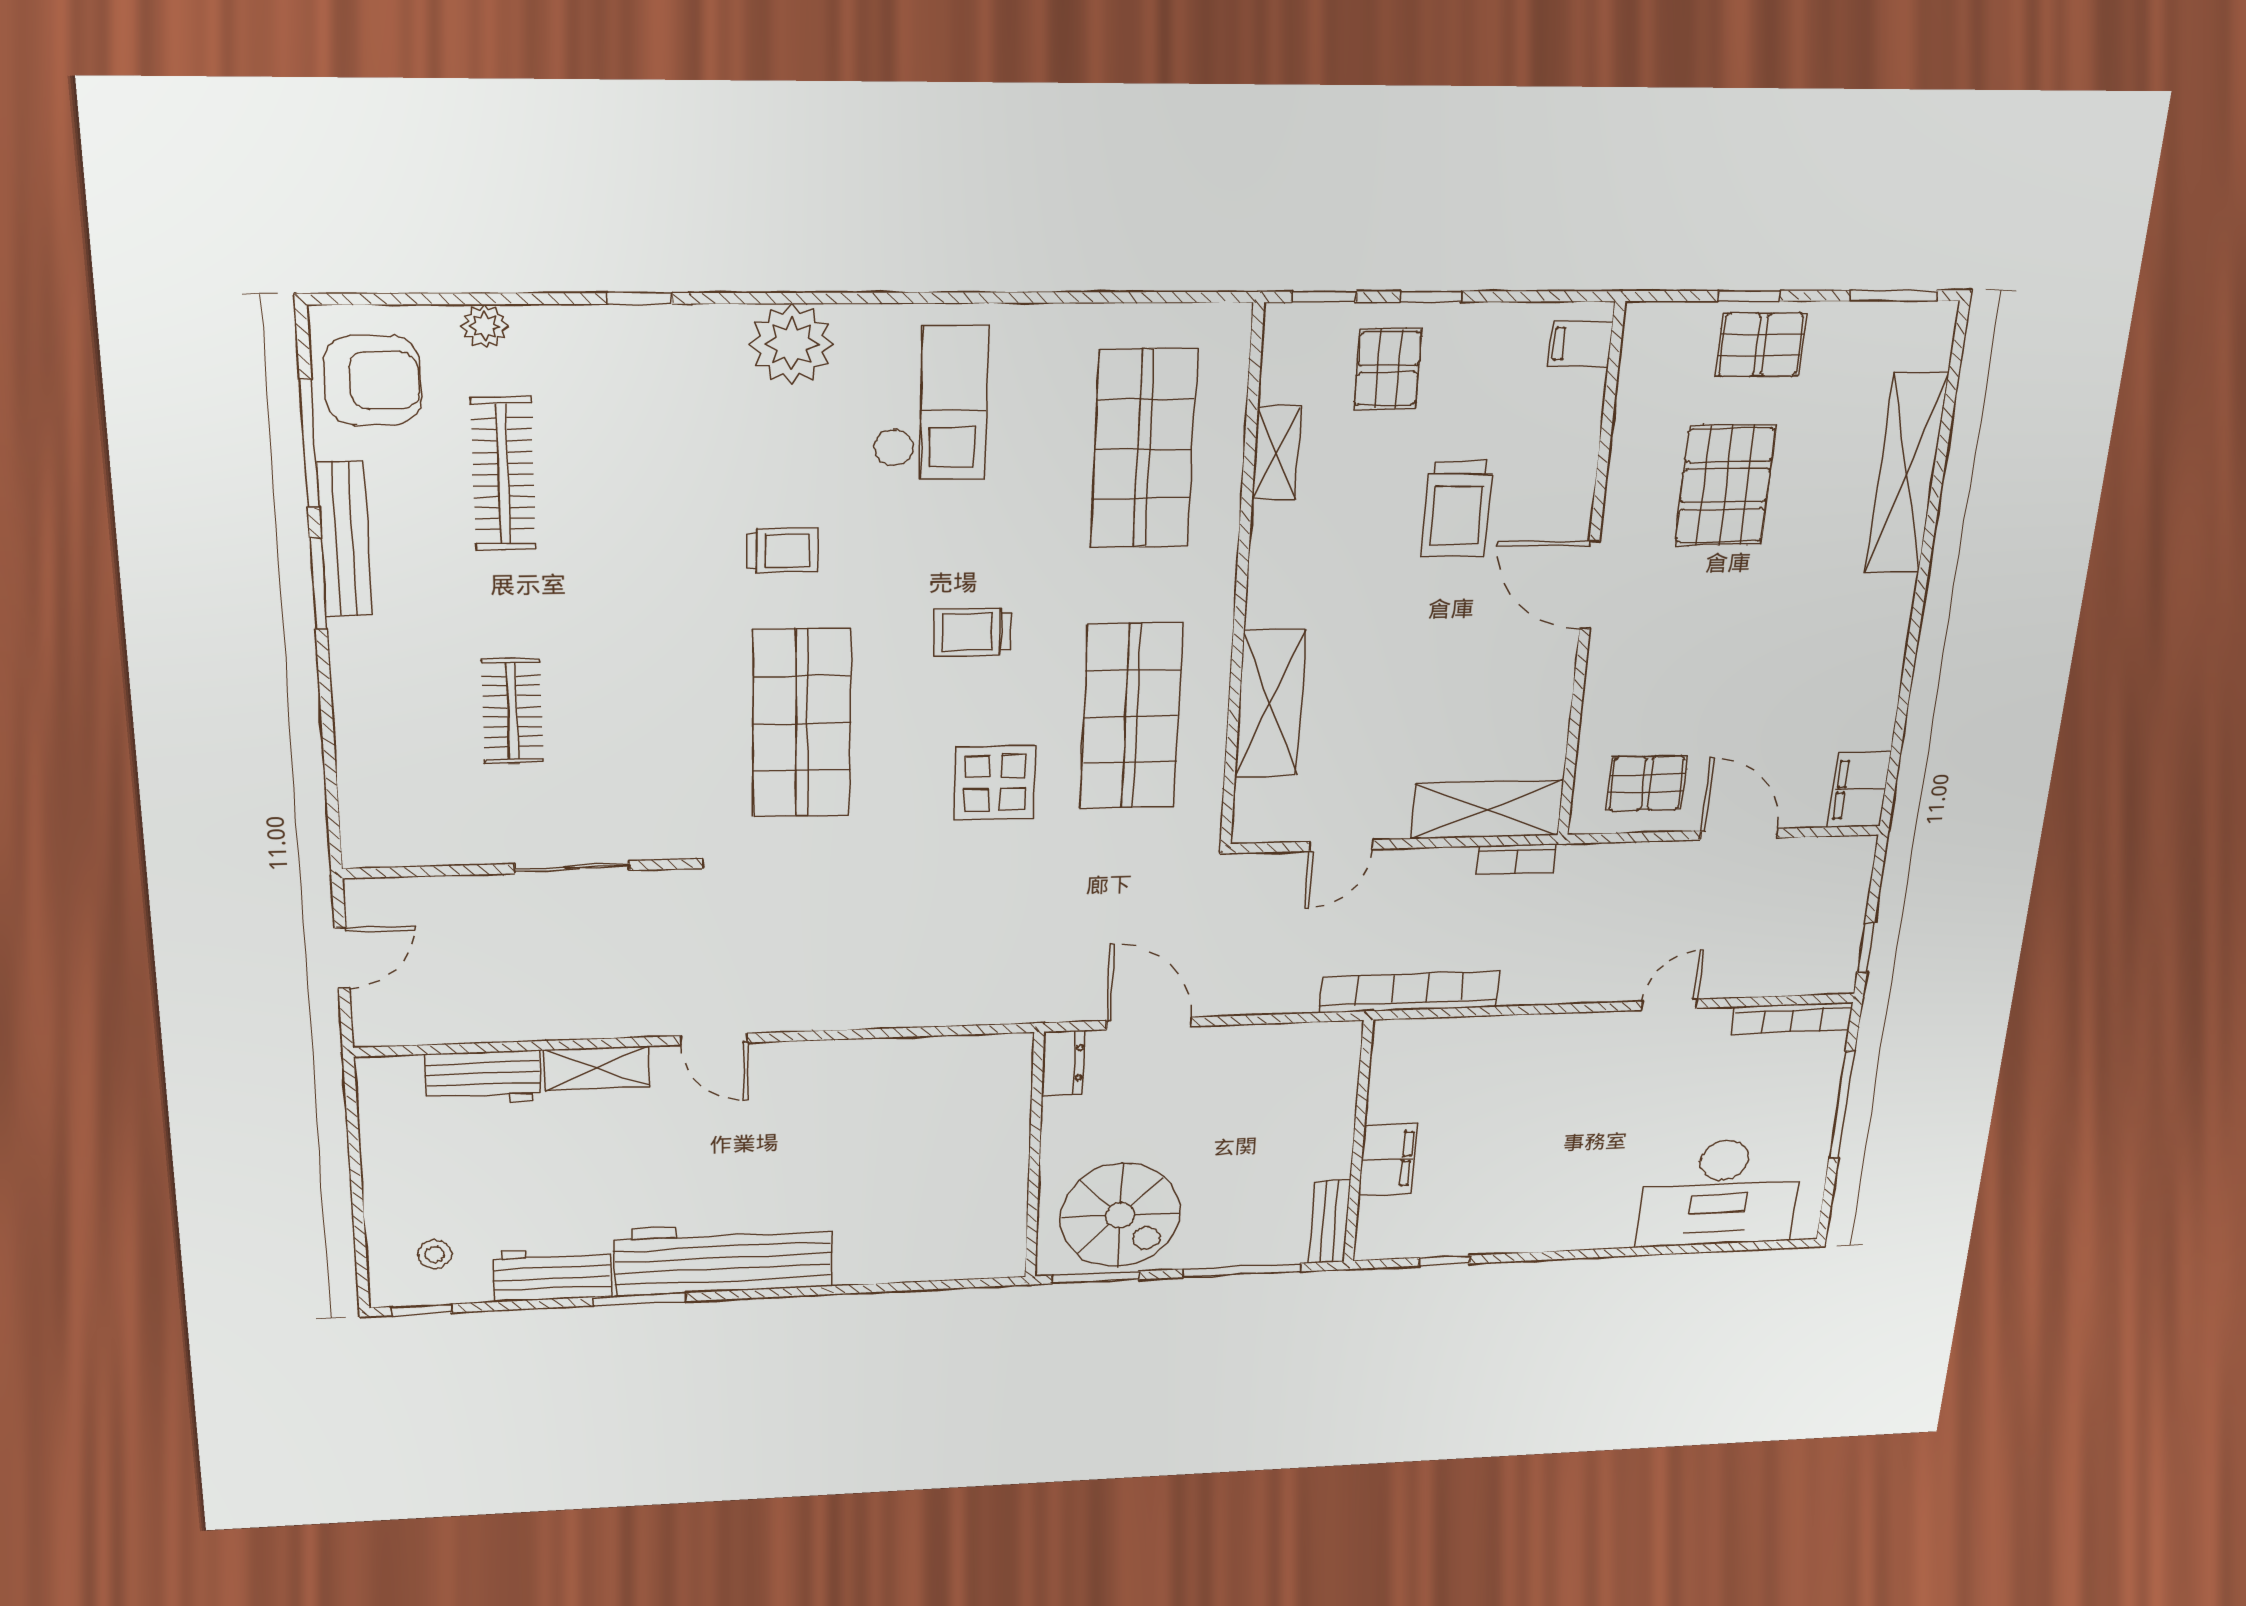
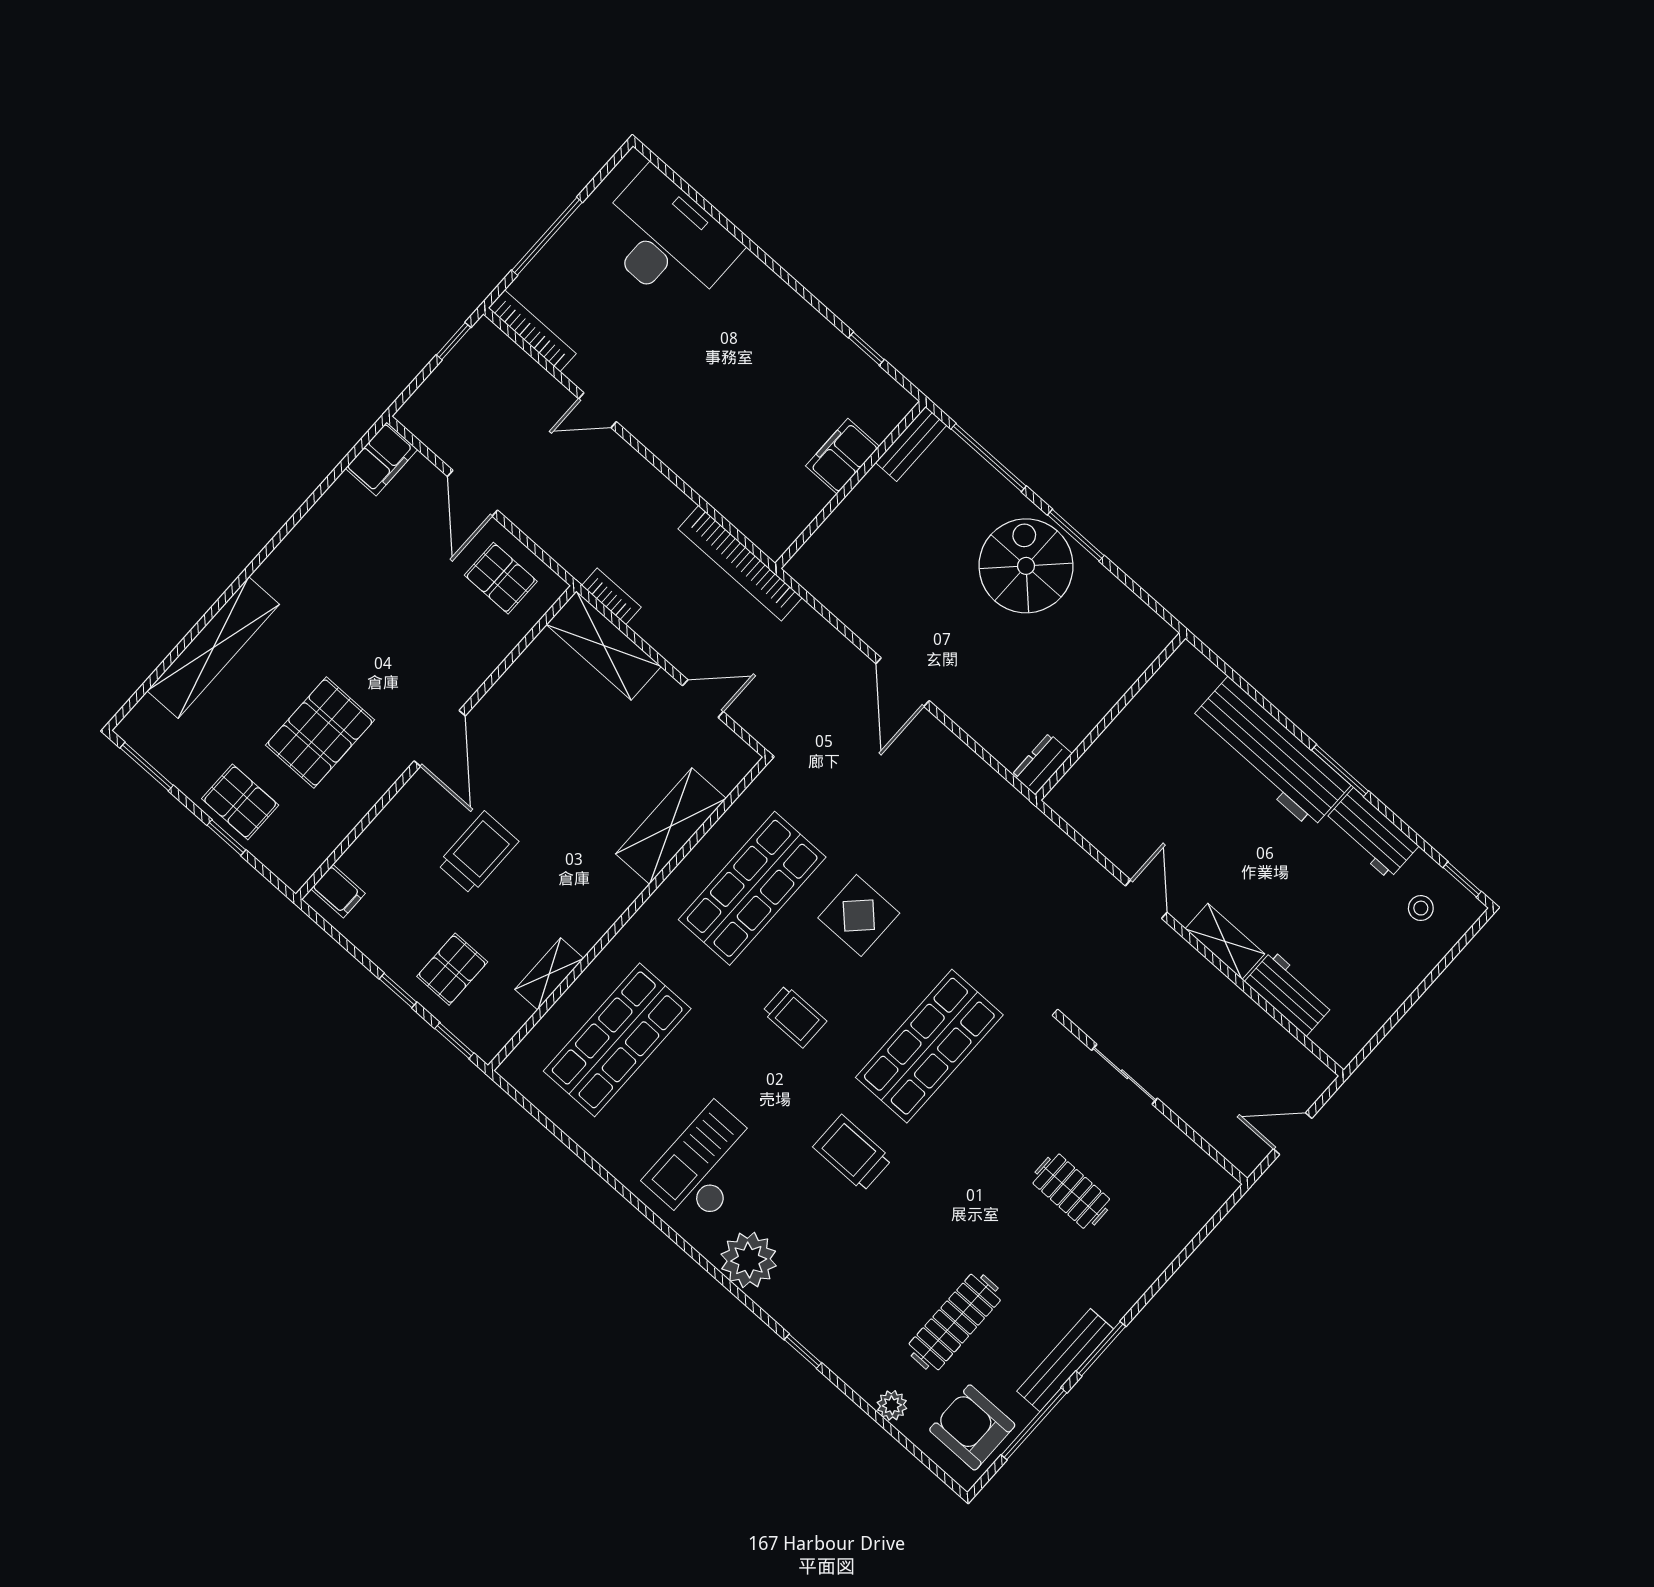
trolley: (782, 551) -> (852, 1153), width x1.36, depth x1.39
clothes rail: (512, 711) -> (1071, 1191), turned 90
dresser: (1063, 1063) -> (1042, 764), moved
wall: (1035, 1156) -> (1110, 717), moved

